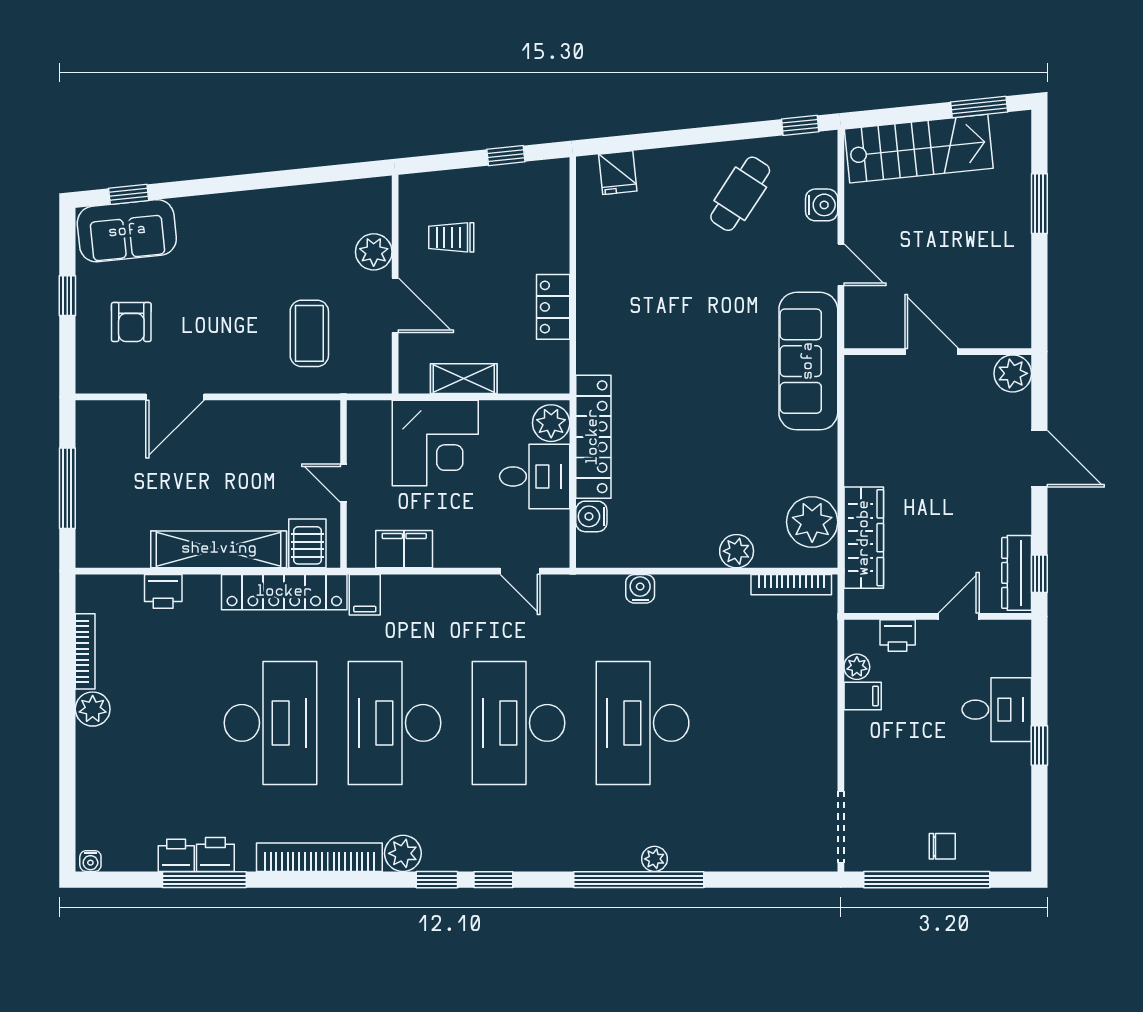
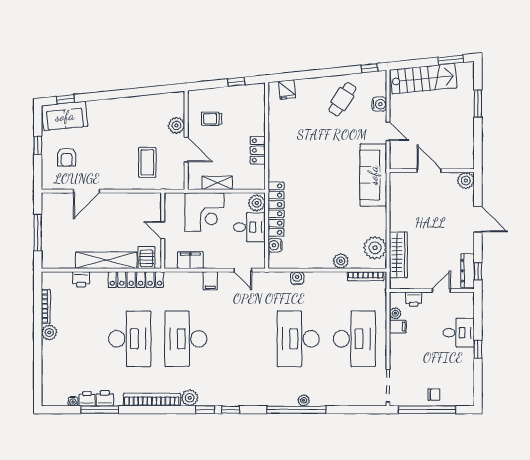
filing cabinet: (365, 595) -> (210, 281), moved
desk: (519, 723) -> (354, 339), moved, turned 180
water cooler: (90, 861) -> (73, 401), moved

